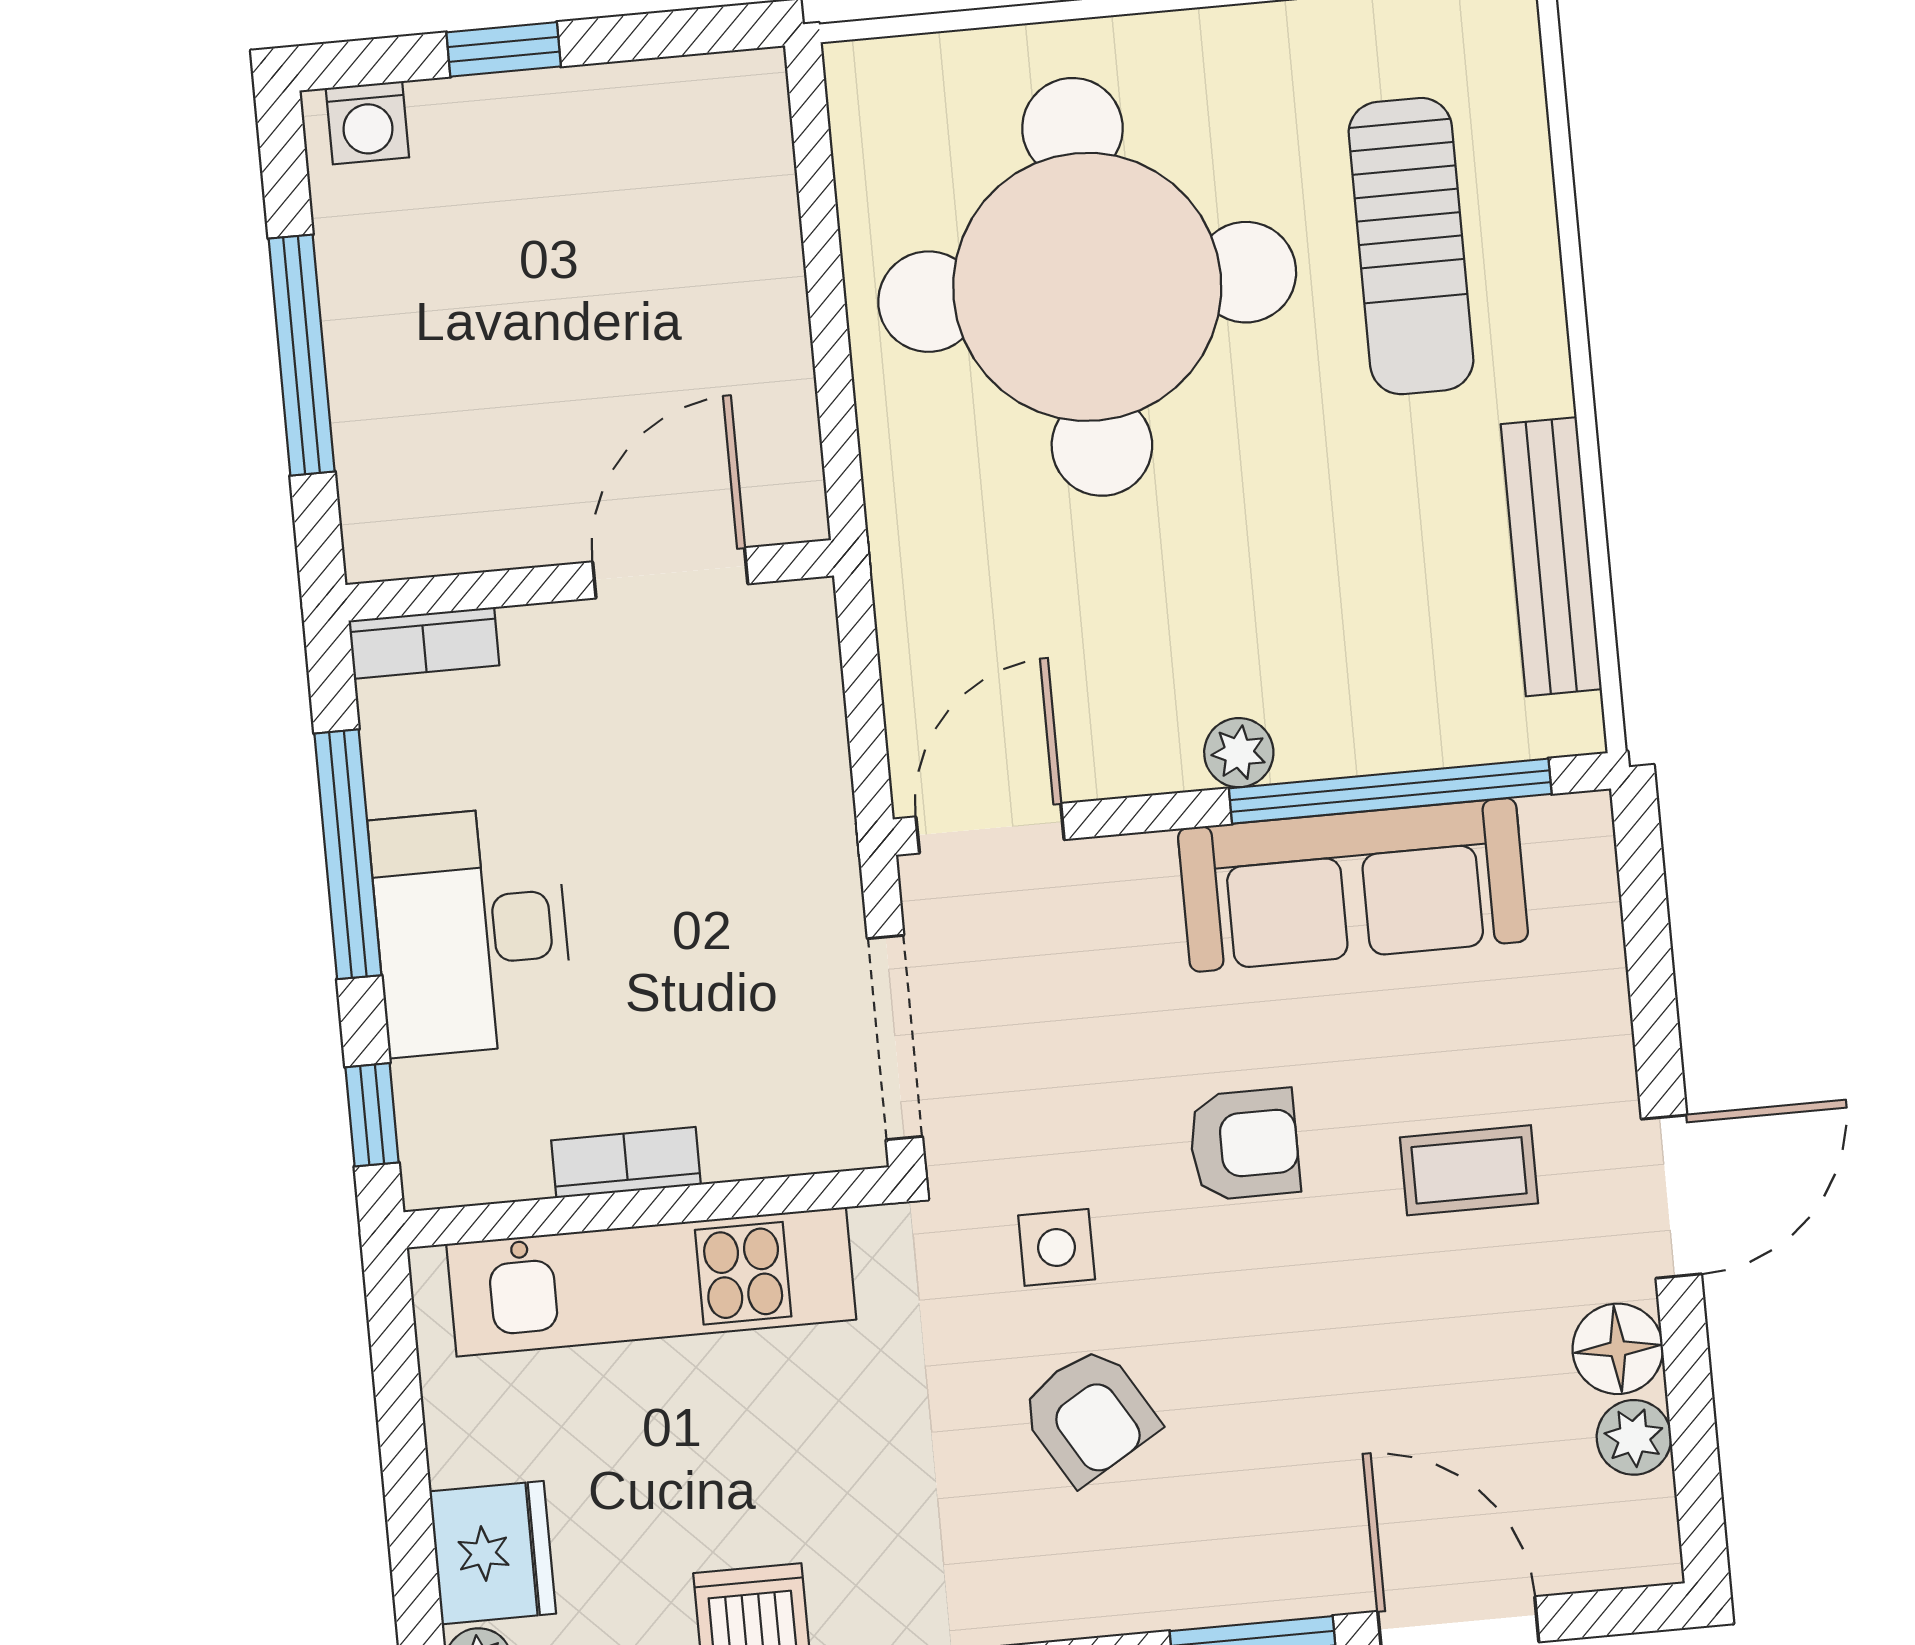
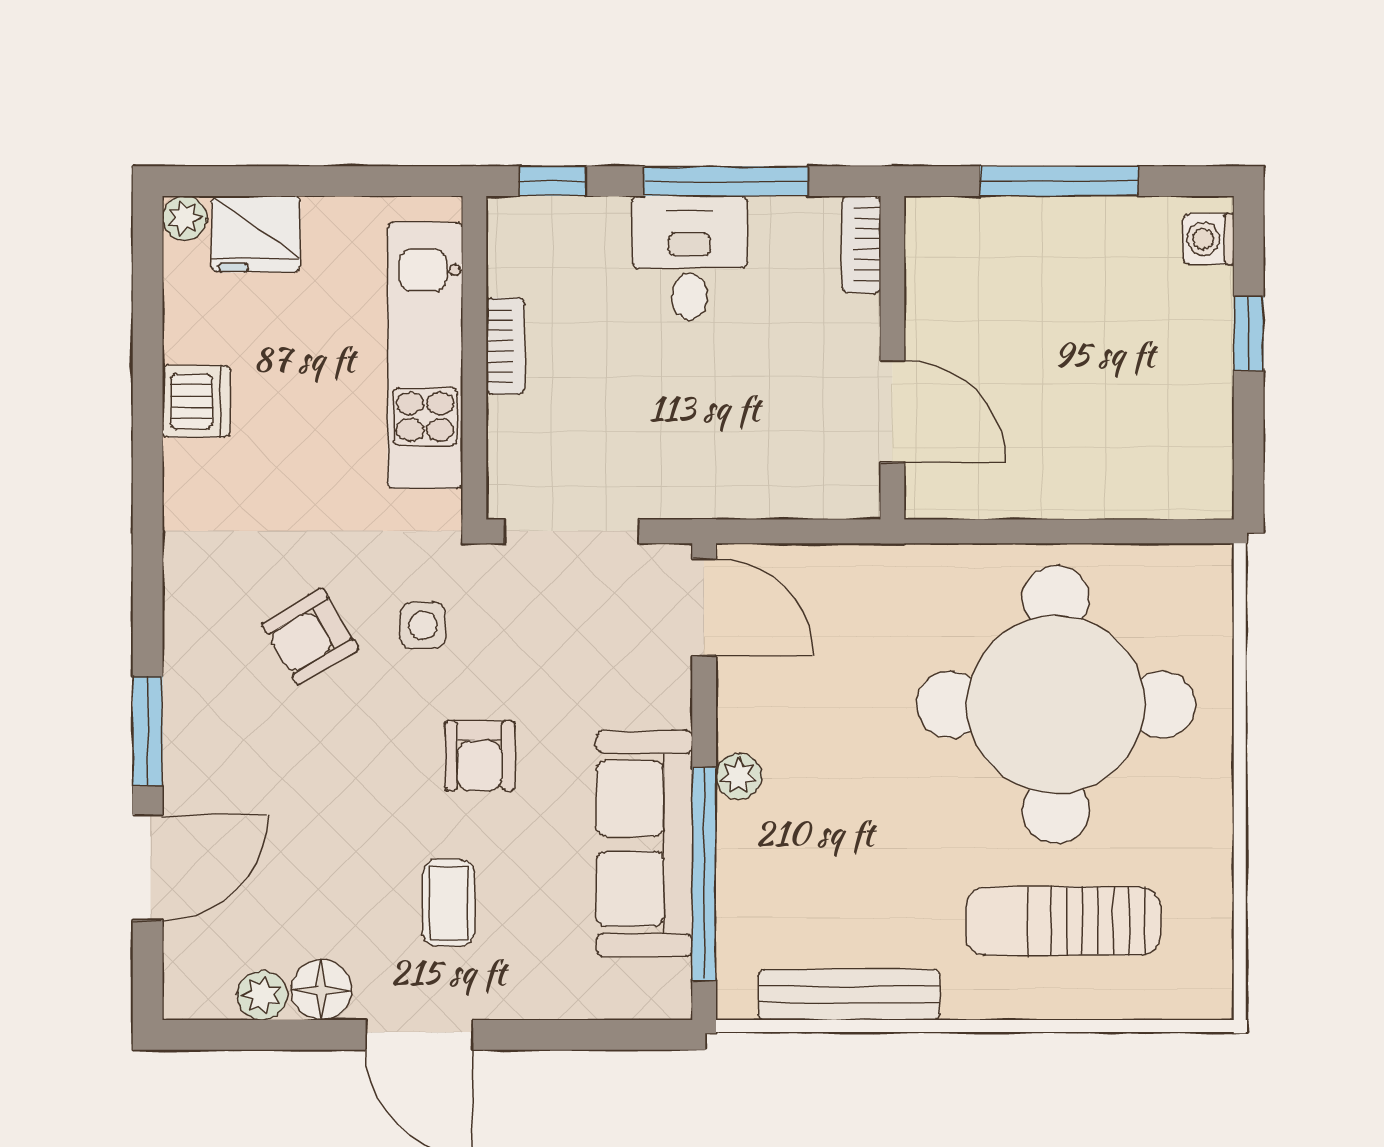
desk: (472, 931) -> (690, 258), width x0.73

